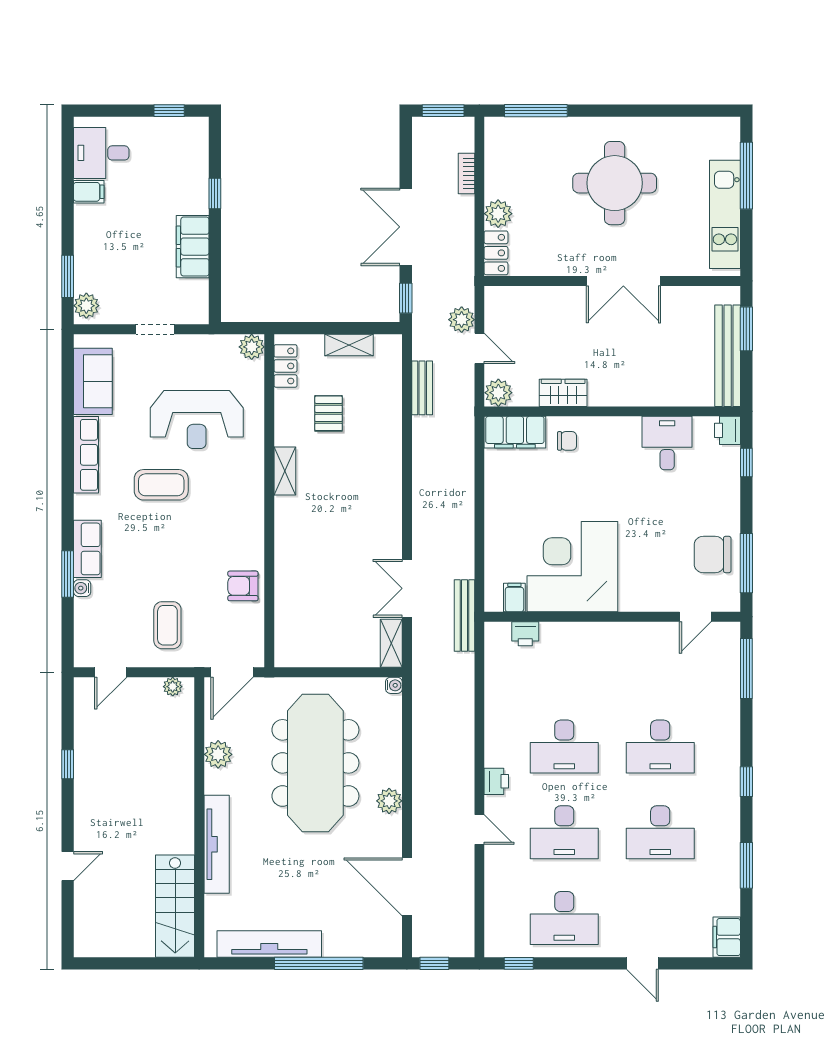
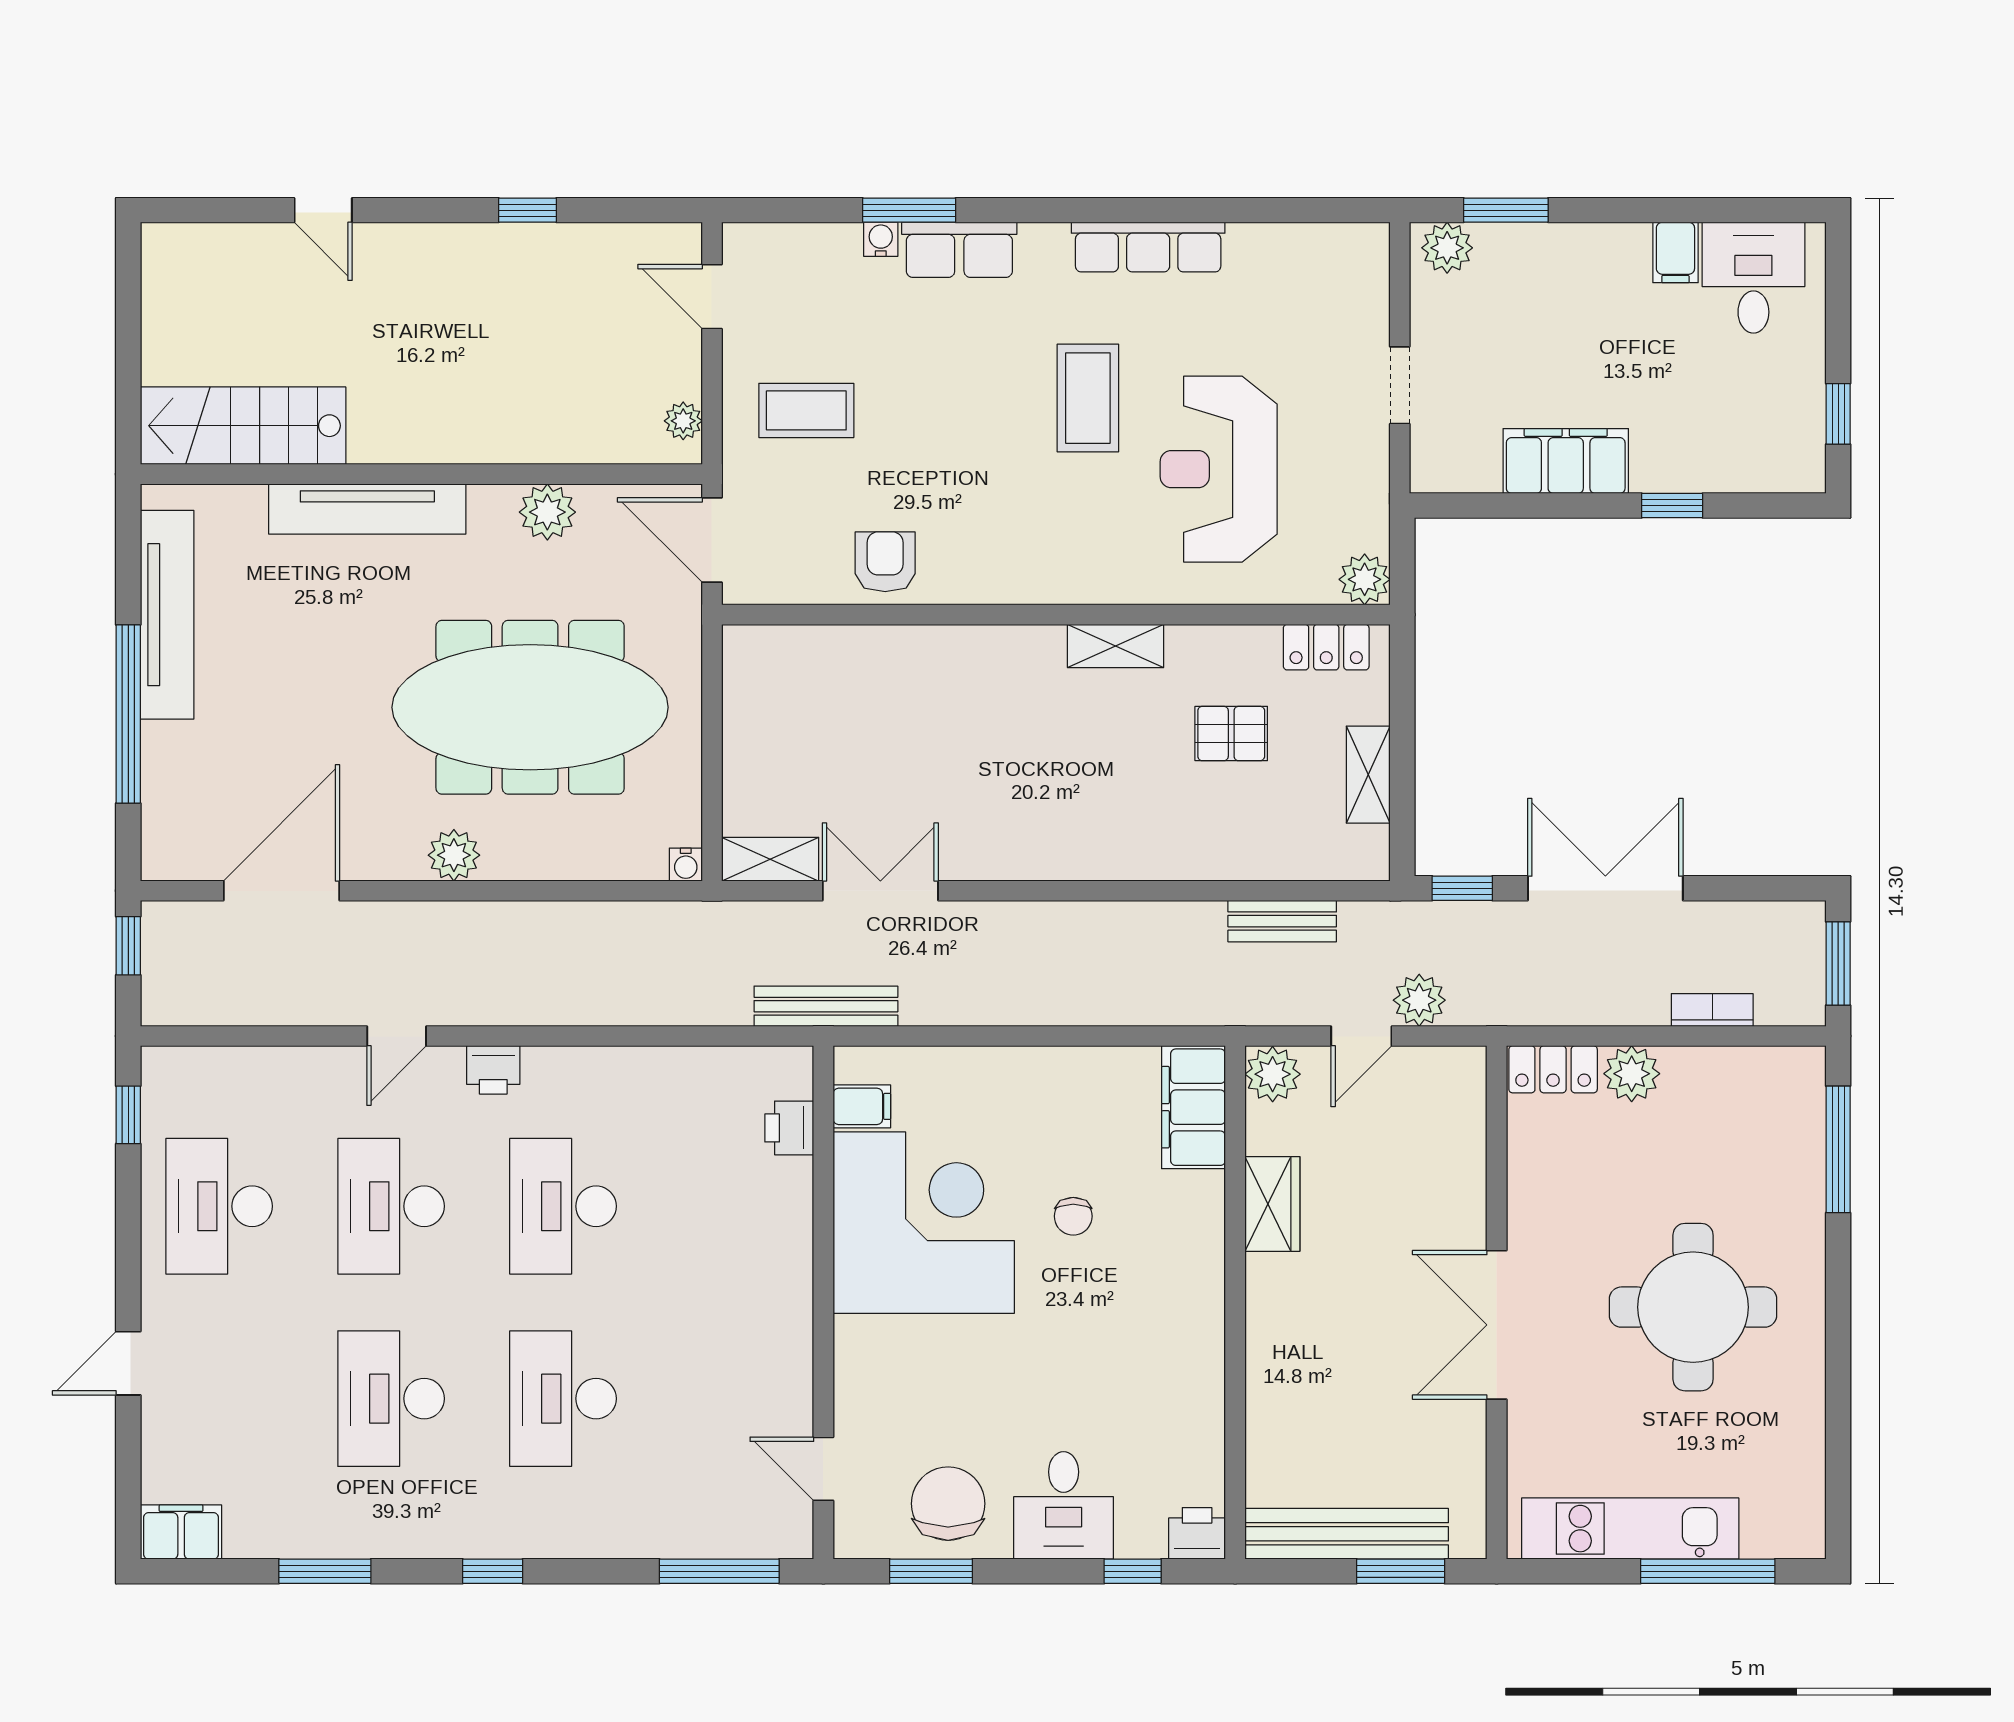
sofa: (93, 381) -> (1295, 261), removed
chair: (567, 441) -> (1073, 1216), moved
desk: (667, 443) -> (1064, 1505), moved, turned 90
window: (746, 563) -> (931, 1571), width x0.69

